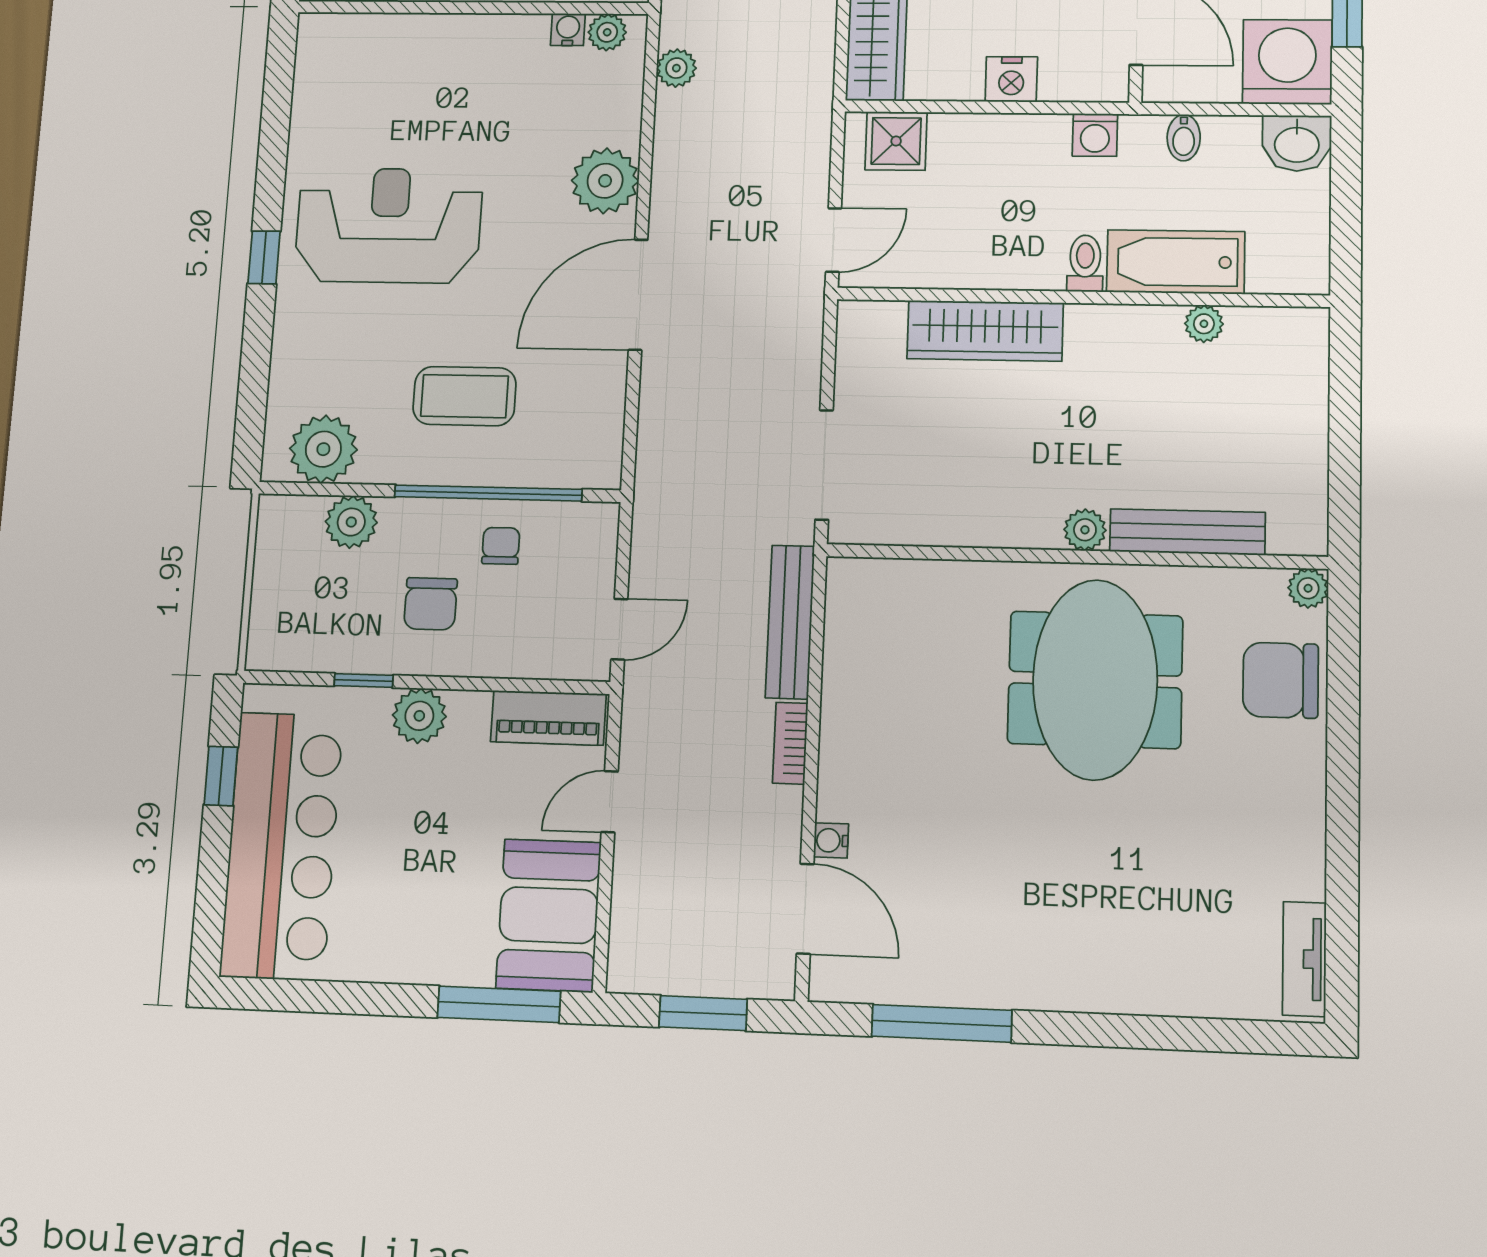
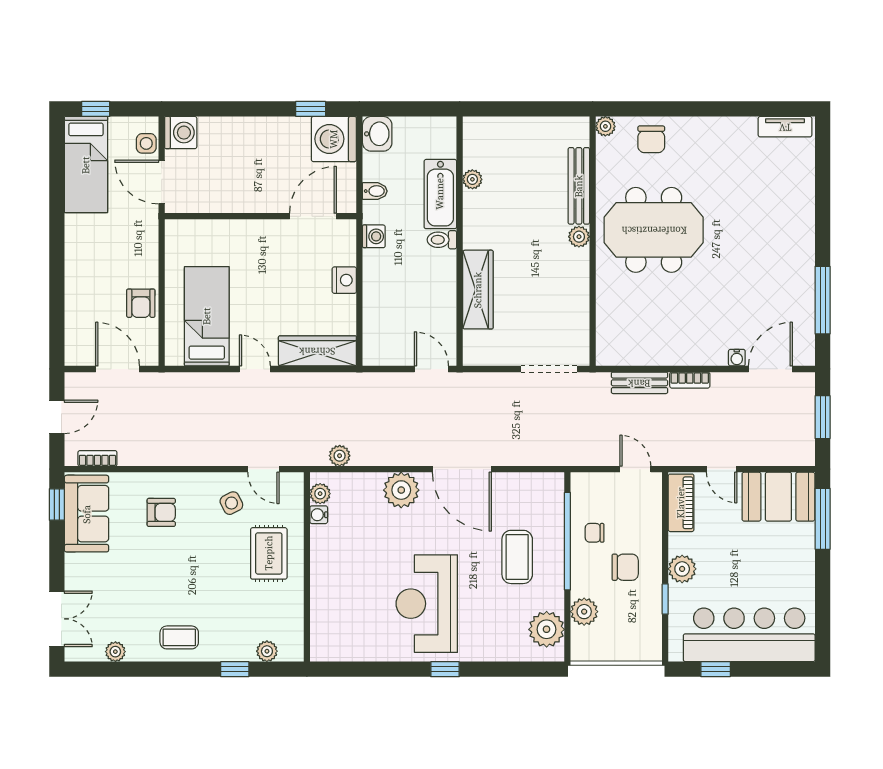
shower: (896, 141) -> (378, 339), removed
bench: (790, 622) -> (639, 383), width x0.73
chair: (1281, 680) -> (651, 139), width x0.73, depth x0.73

